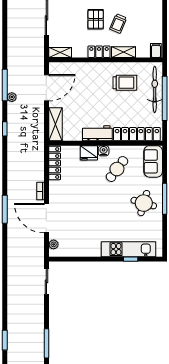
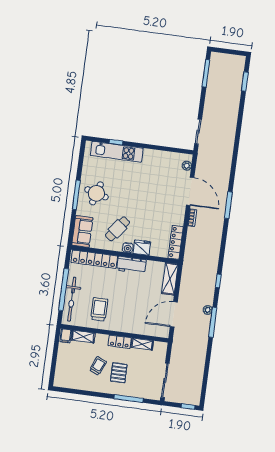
shelving: (60, 52) -> (142, 344), moved
shelving: (123, 52) -> (83, 337), moved
trolley: (125, 83) -> (99, 309), turned 90

